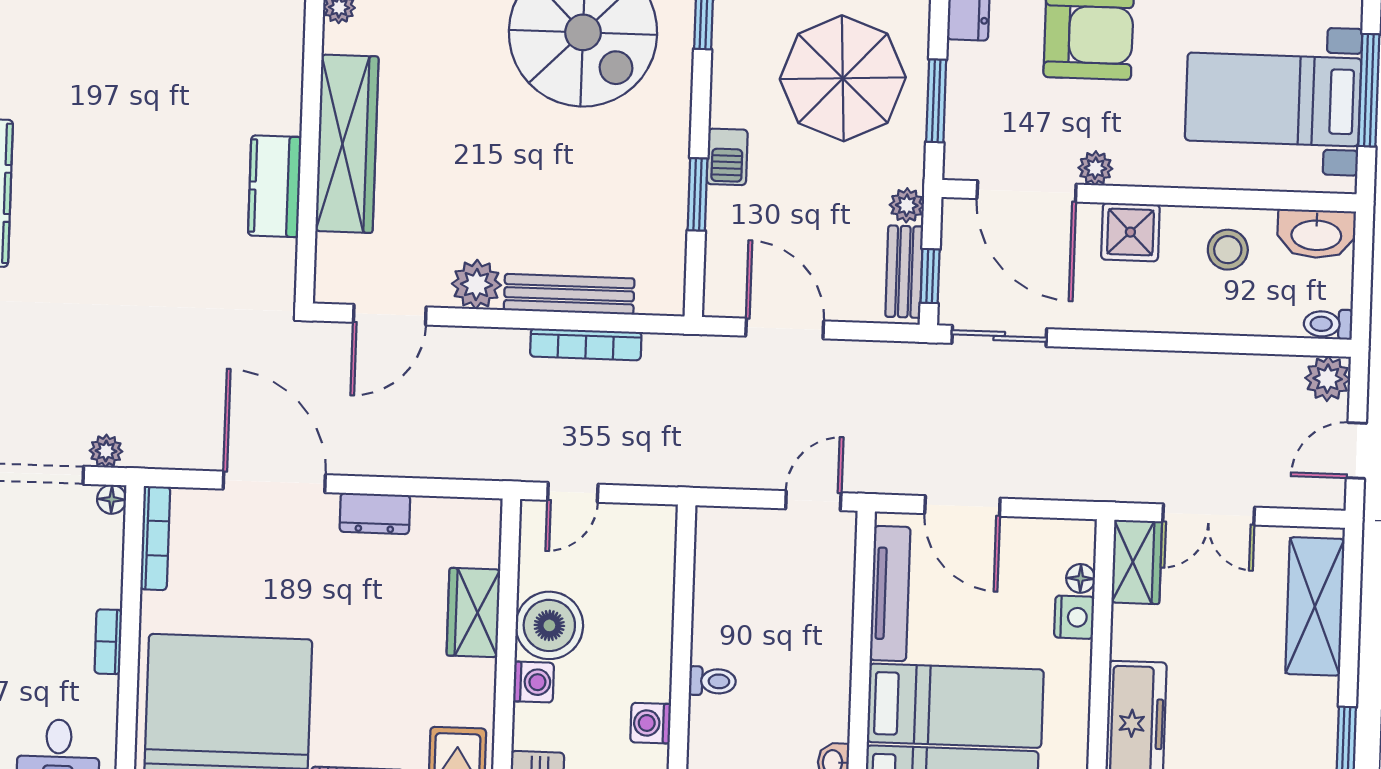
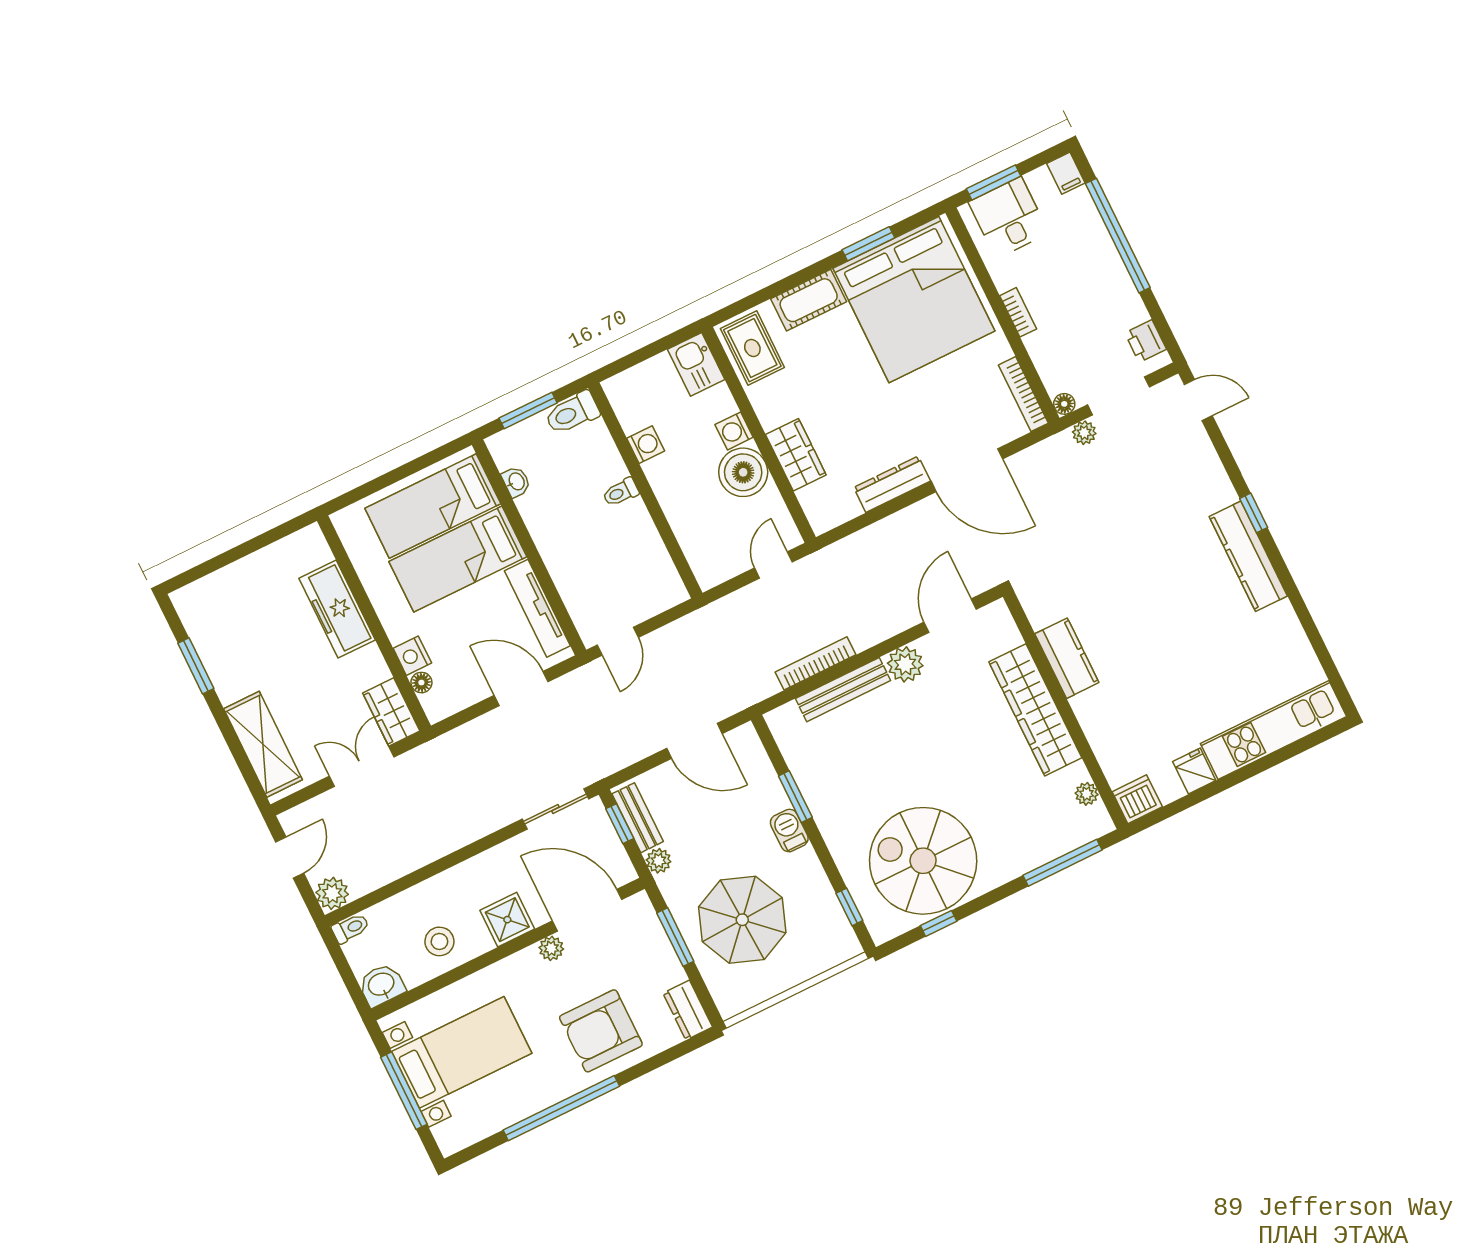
washbasin: (1316, 234) -> (381, 985), width x0.72
dresser: (375, 514) -> (892, 484), width x1.44

